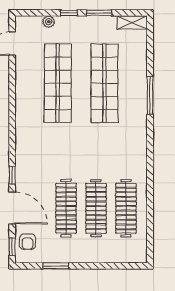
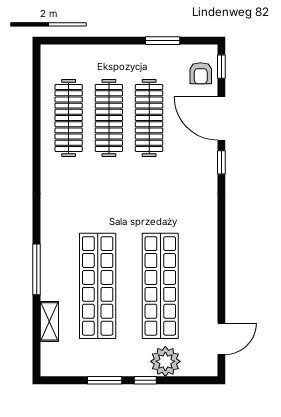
plant: (49, 22) -> (165, 361), width x1.88, depth x1.88
shelving: (132, 22) -> (49, 321), moved, turned 90
armchair: (28, 242) -> (201, 73), turned 180

